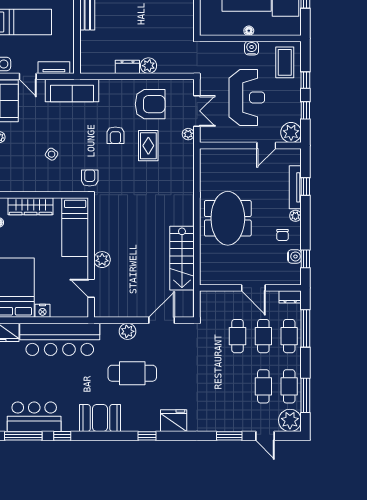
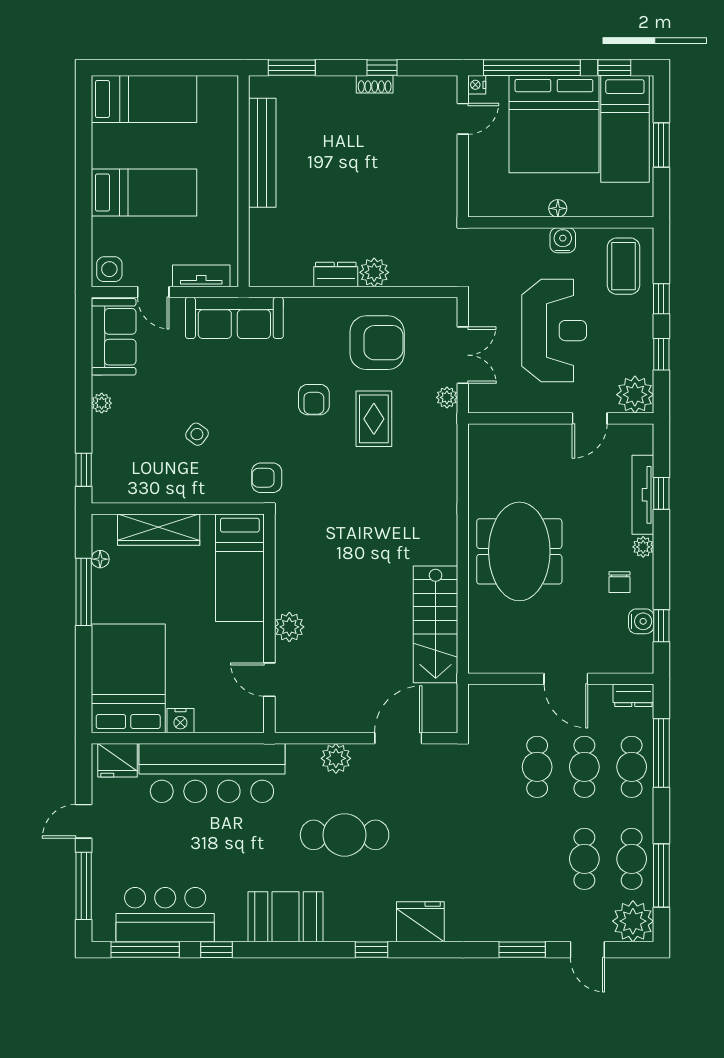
armchair: (90, 178) -> (267, 478), turned -90

